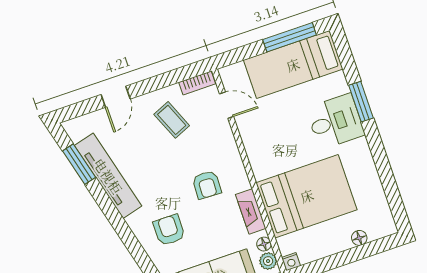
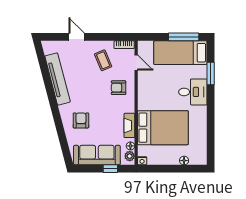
door: (116, 97) -> (77, 37), swing flipped
window: (361, 102) -> (211, 73), moved
window: (79, 164) -> (44, 67), removed
armchair: (207, 185) -> (118, 88), moved, turned 88

